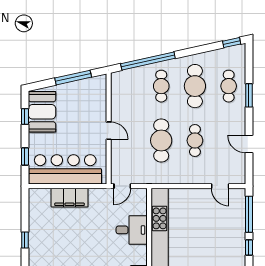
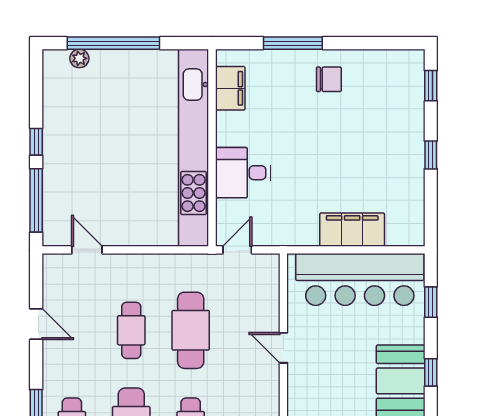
door: (122, 186) -> (237, 250), moved

